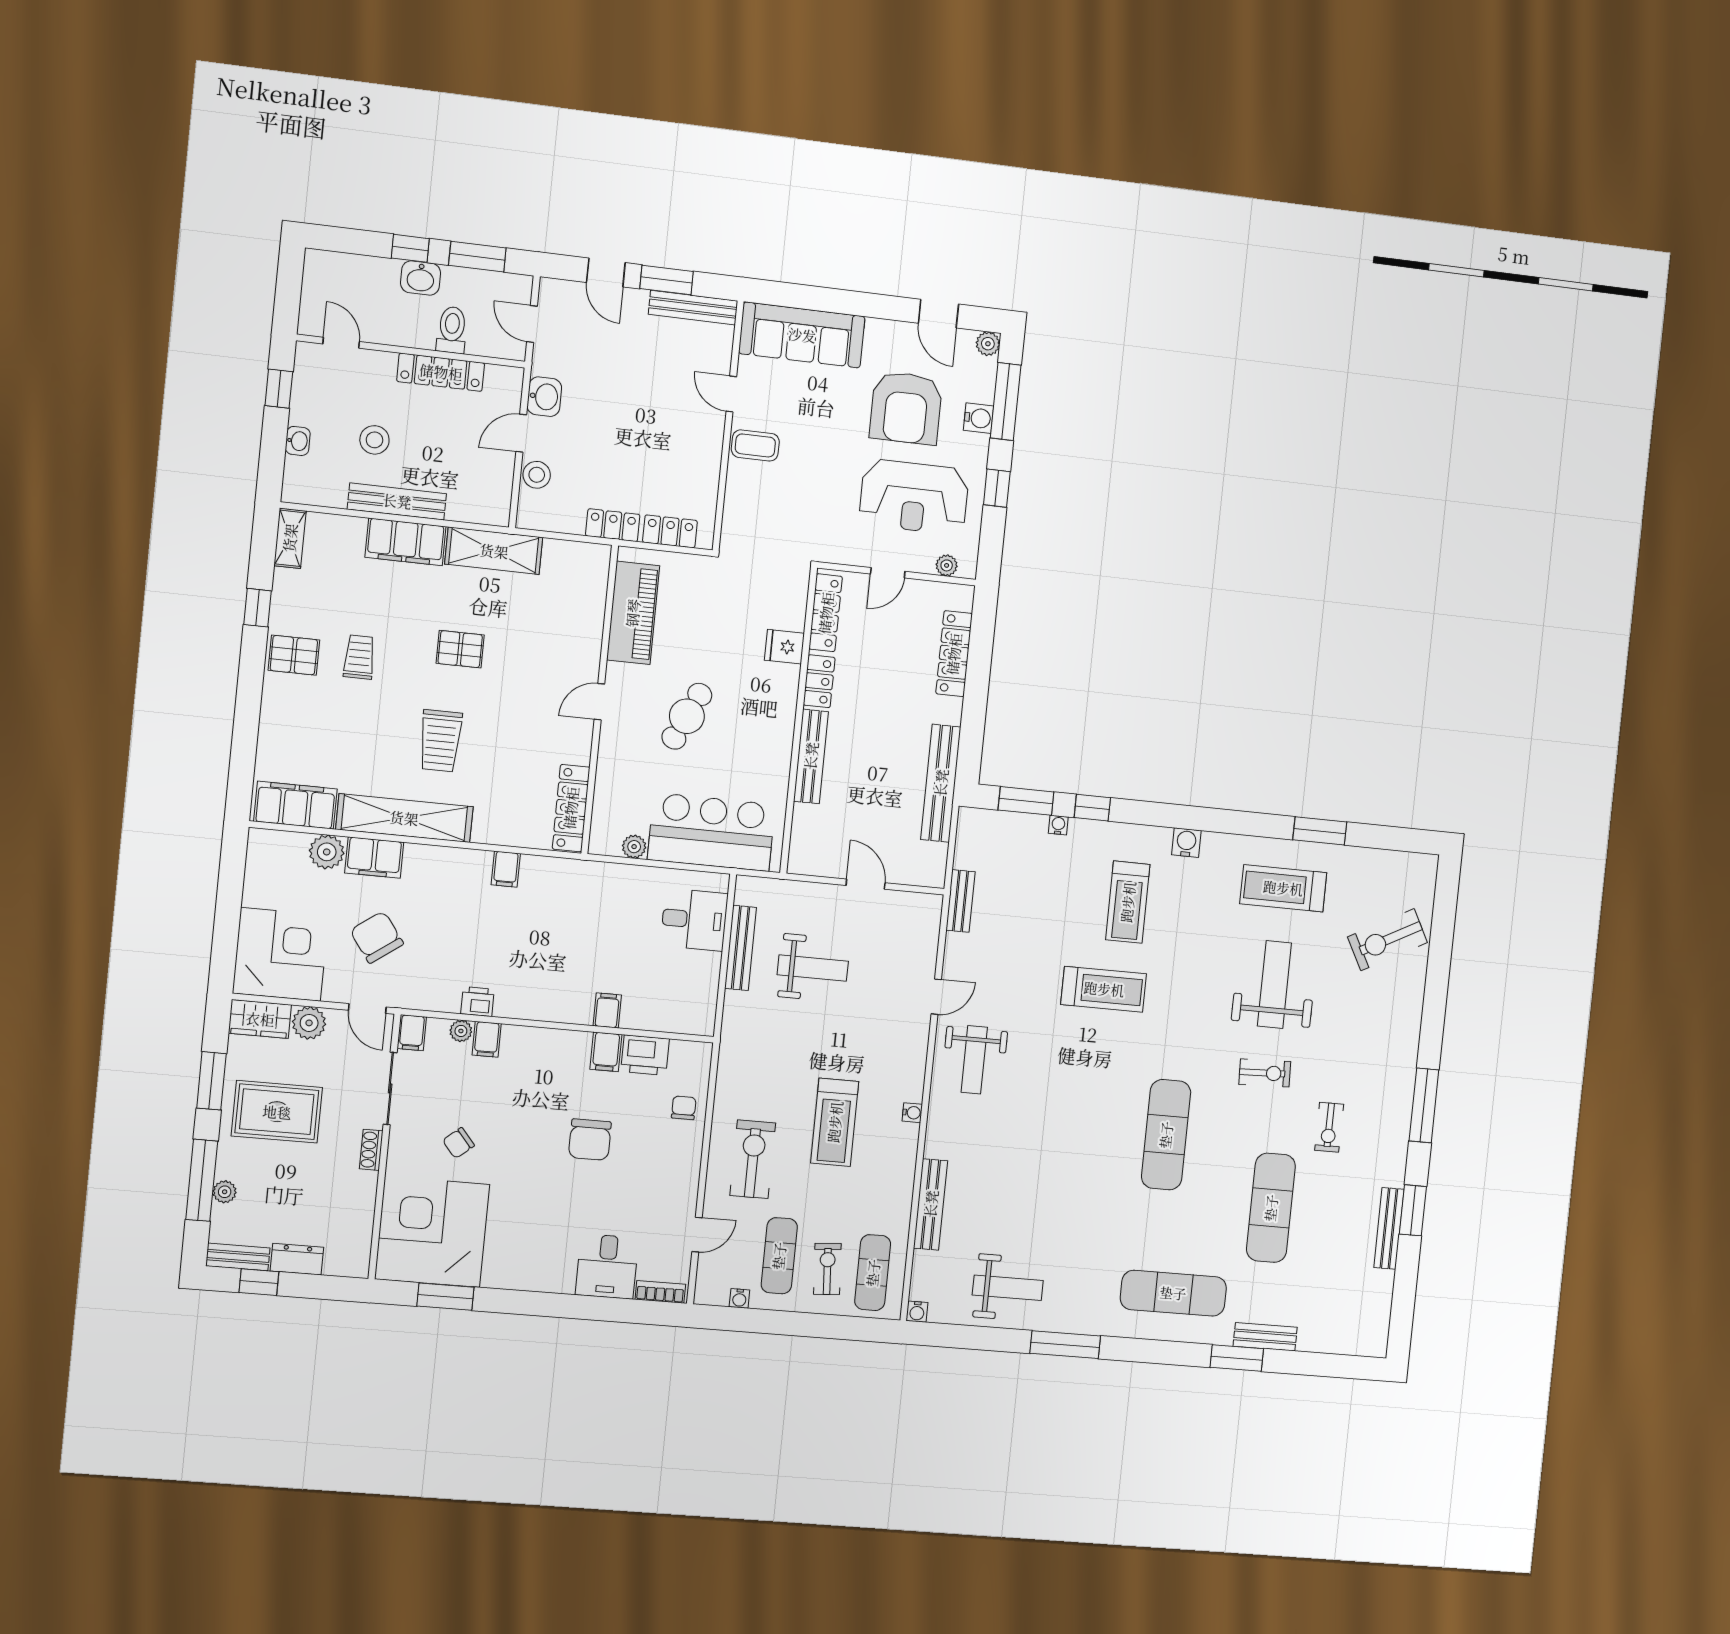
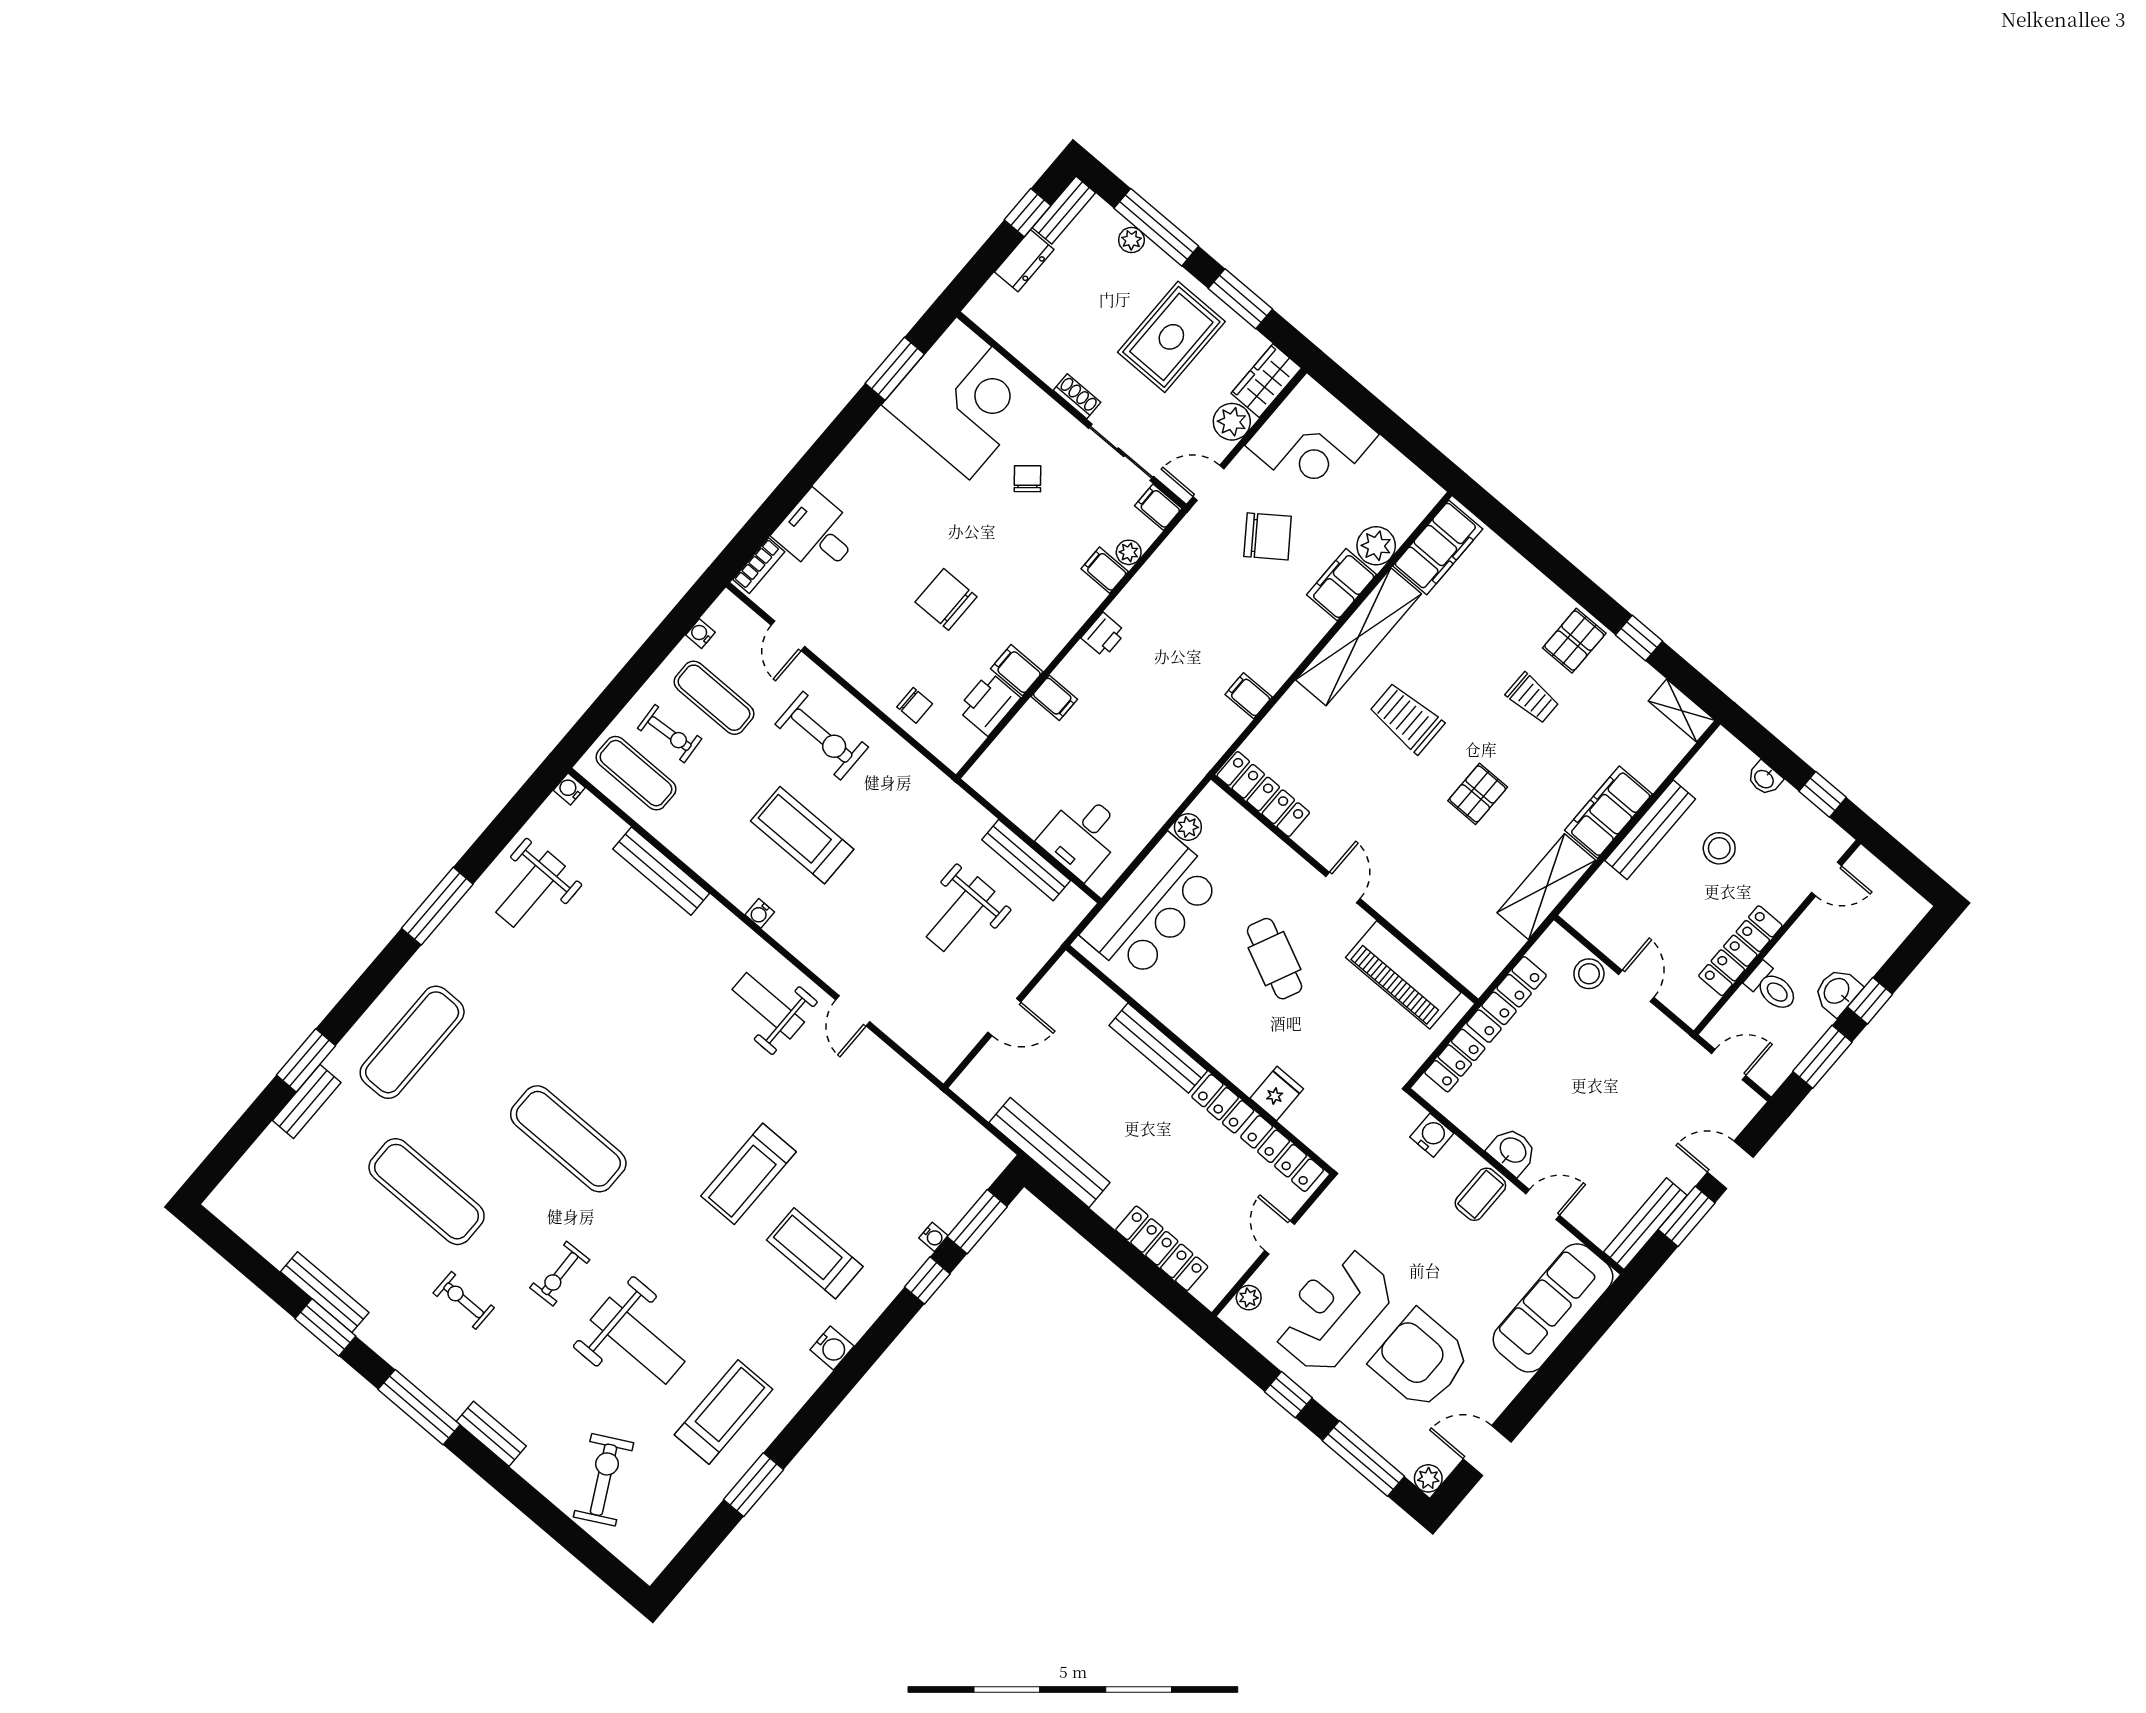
washbasin: (544, 397) -> (1512, 1151), moved, turned 180
water cooler: (979, 418) -> (1432, 1135), moved, turned 180
locker: (613, 525) -> (1507, 999), width x1.53
bench: (961, 901) -> (491, 1434), moved
printer: (478, 1002) -> (1104, 635), moved

